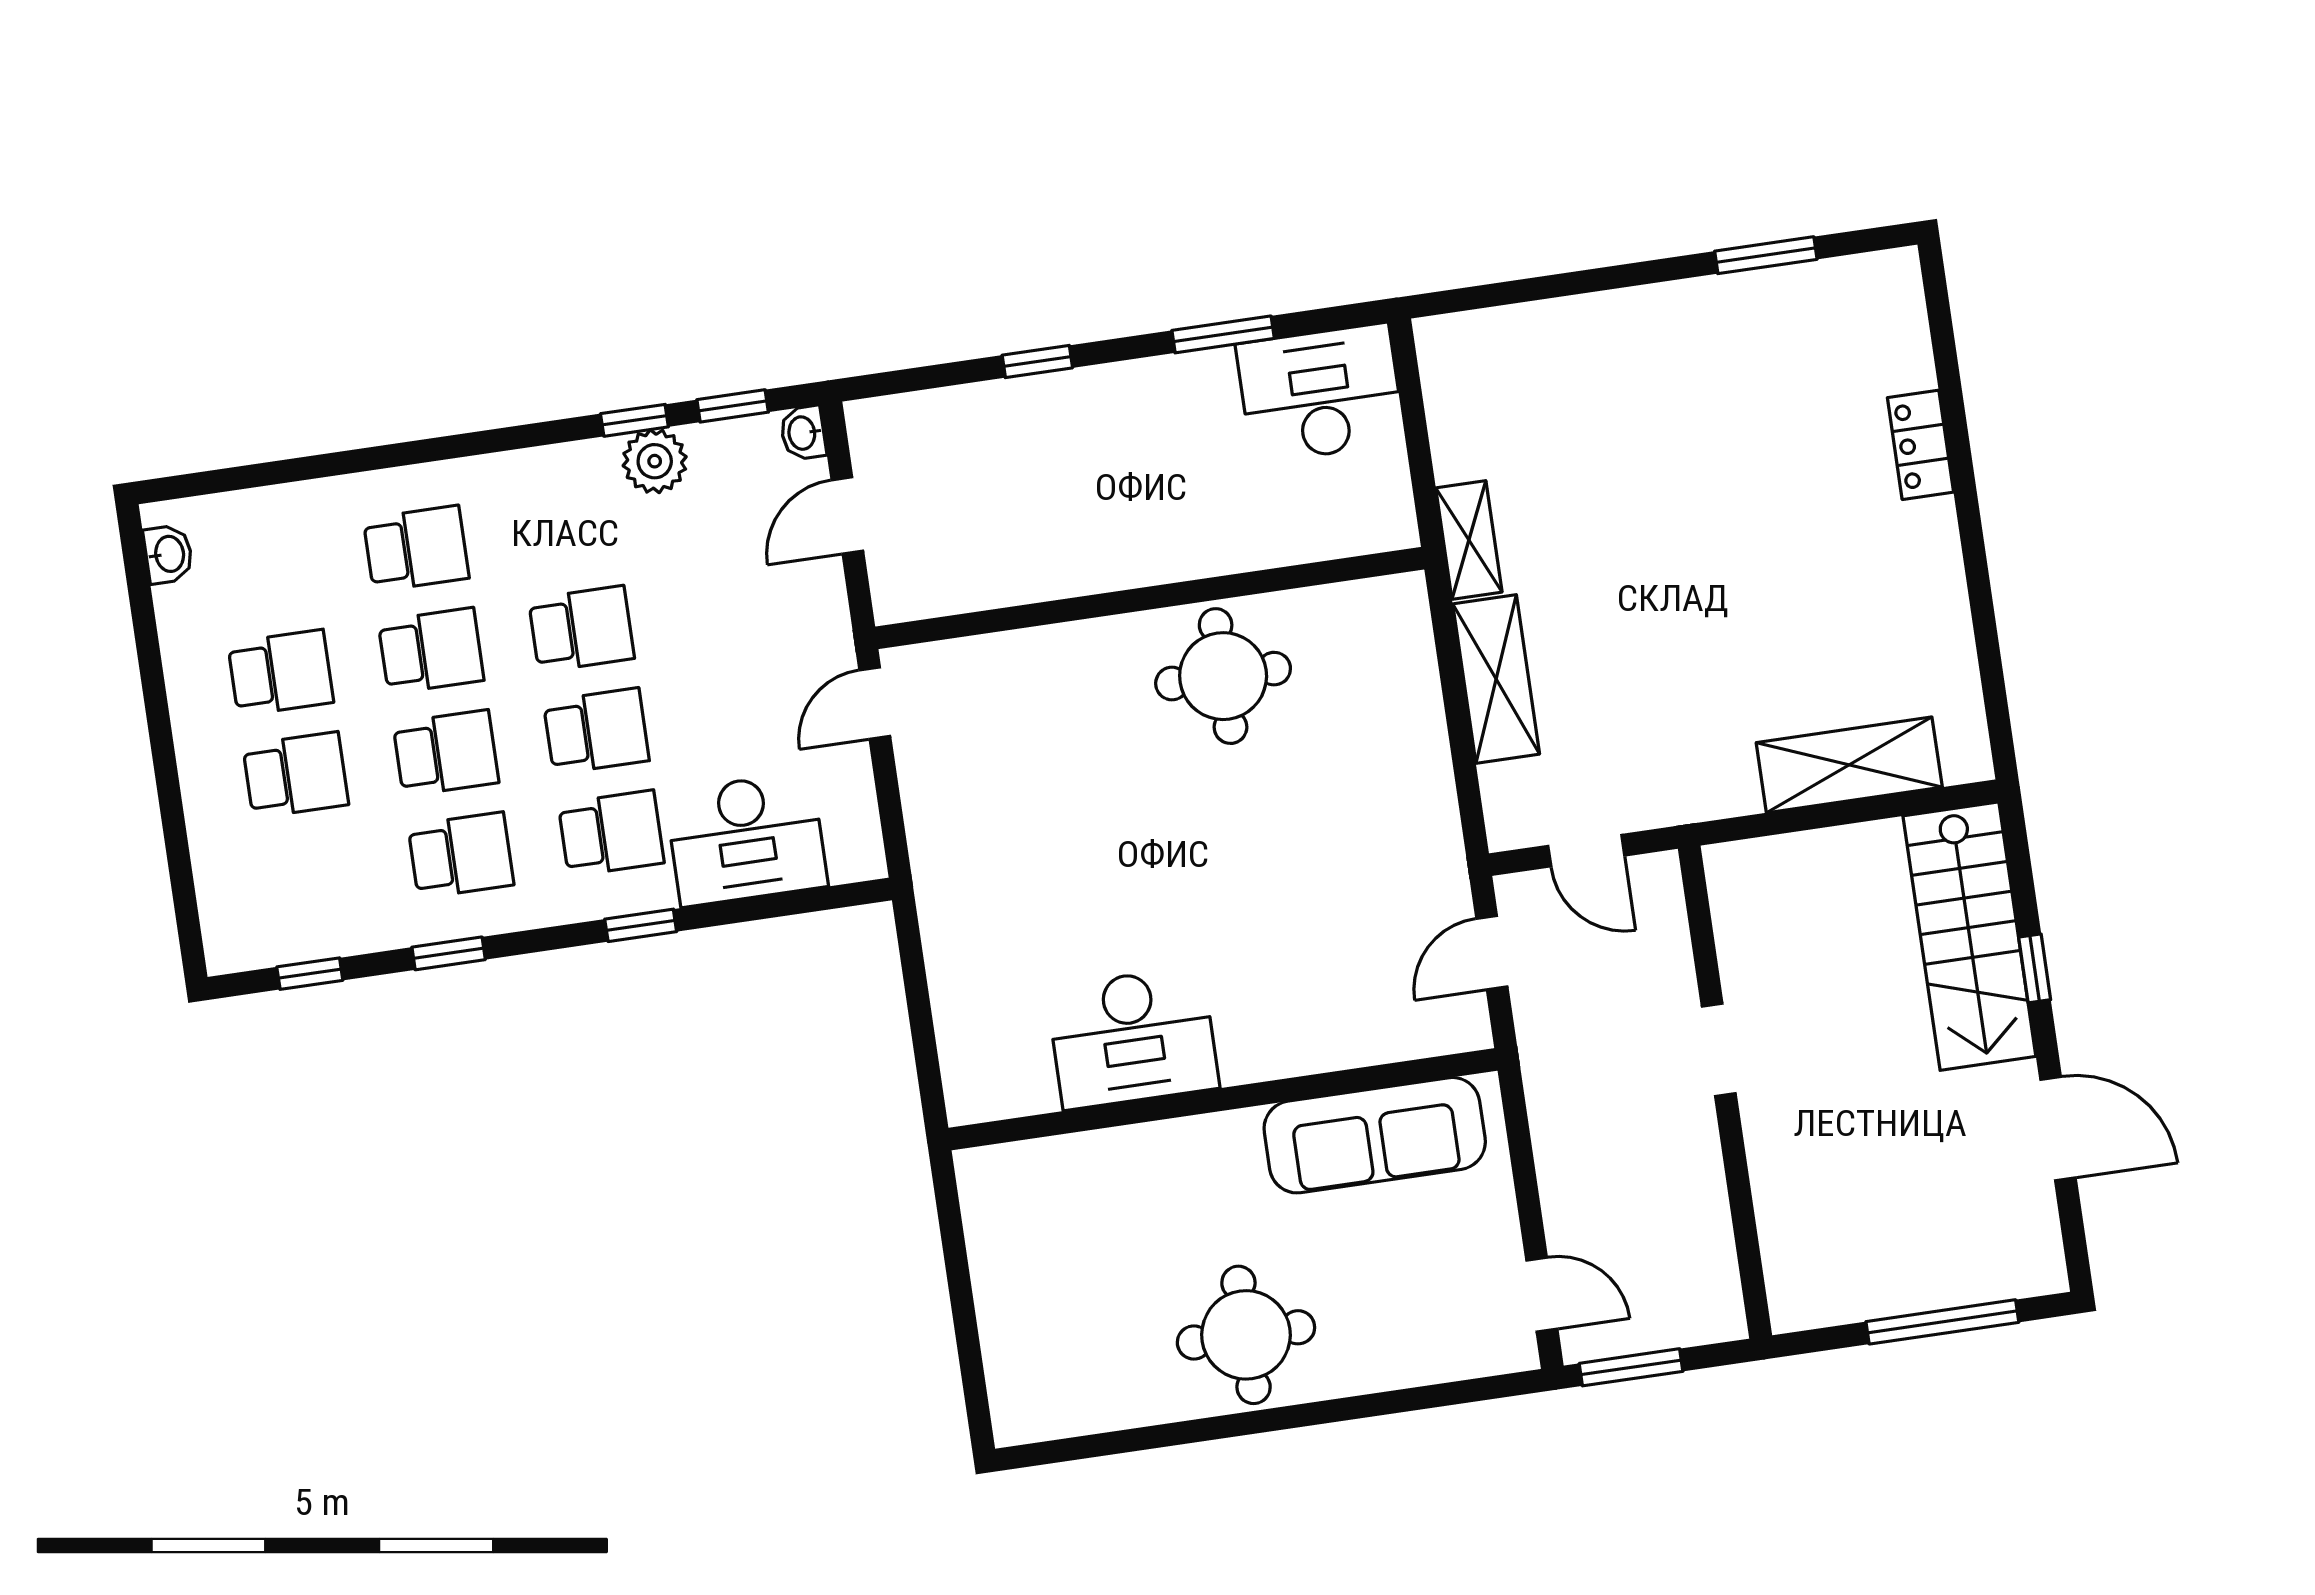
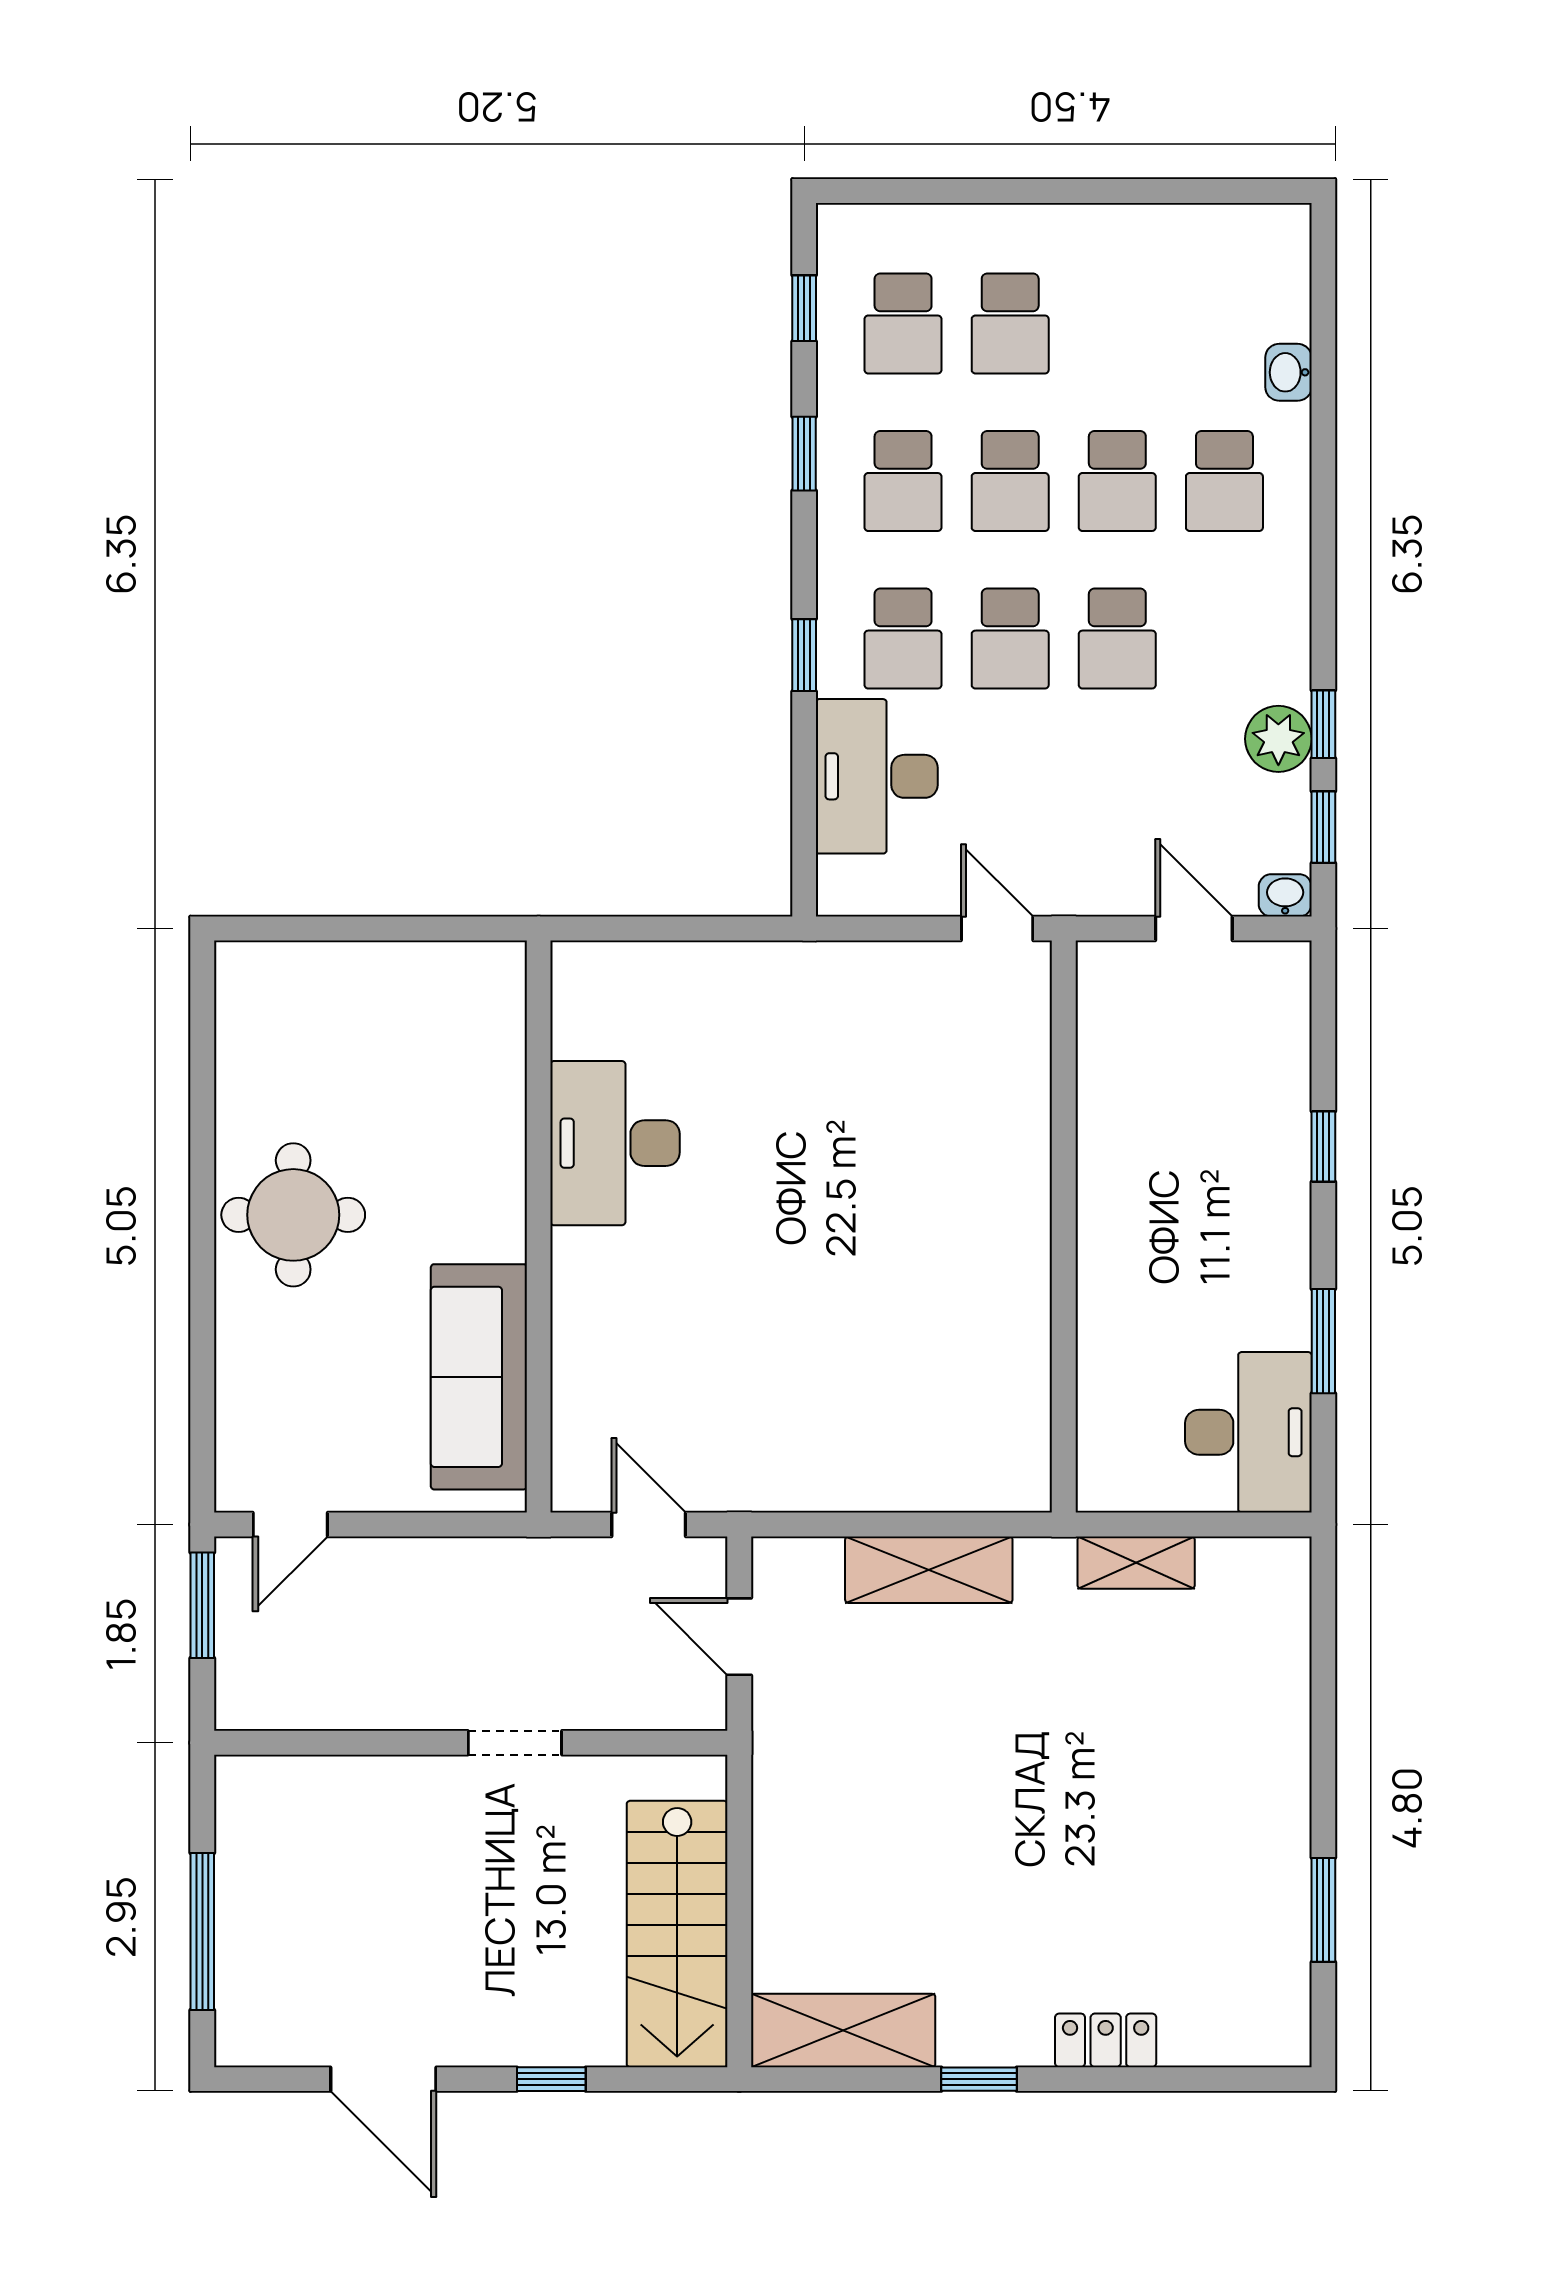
shelving: (1469, 540) -> (1136, 1563), moved
washbasin: (168, 554) -> (1288, 372), moved, turned 90
window: (1975, 560) -> (979, 2079), added
school desk: (281, 673) -> (903, 323), moved
round table: (1223, 676) -> (973, 1290), removed
shelving: (1849, 765) -> (843, 2030), moved, turned 90
door: (1586, 851) -> (739, 1637), hinge flipped
stairs: (1969, 936) -> (677, 1934), moved, turned -90
door: (2058, 1129) -> (383, 2079), hinge flipped

